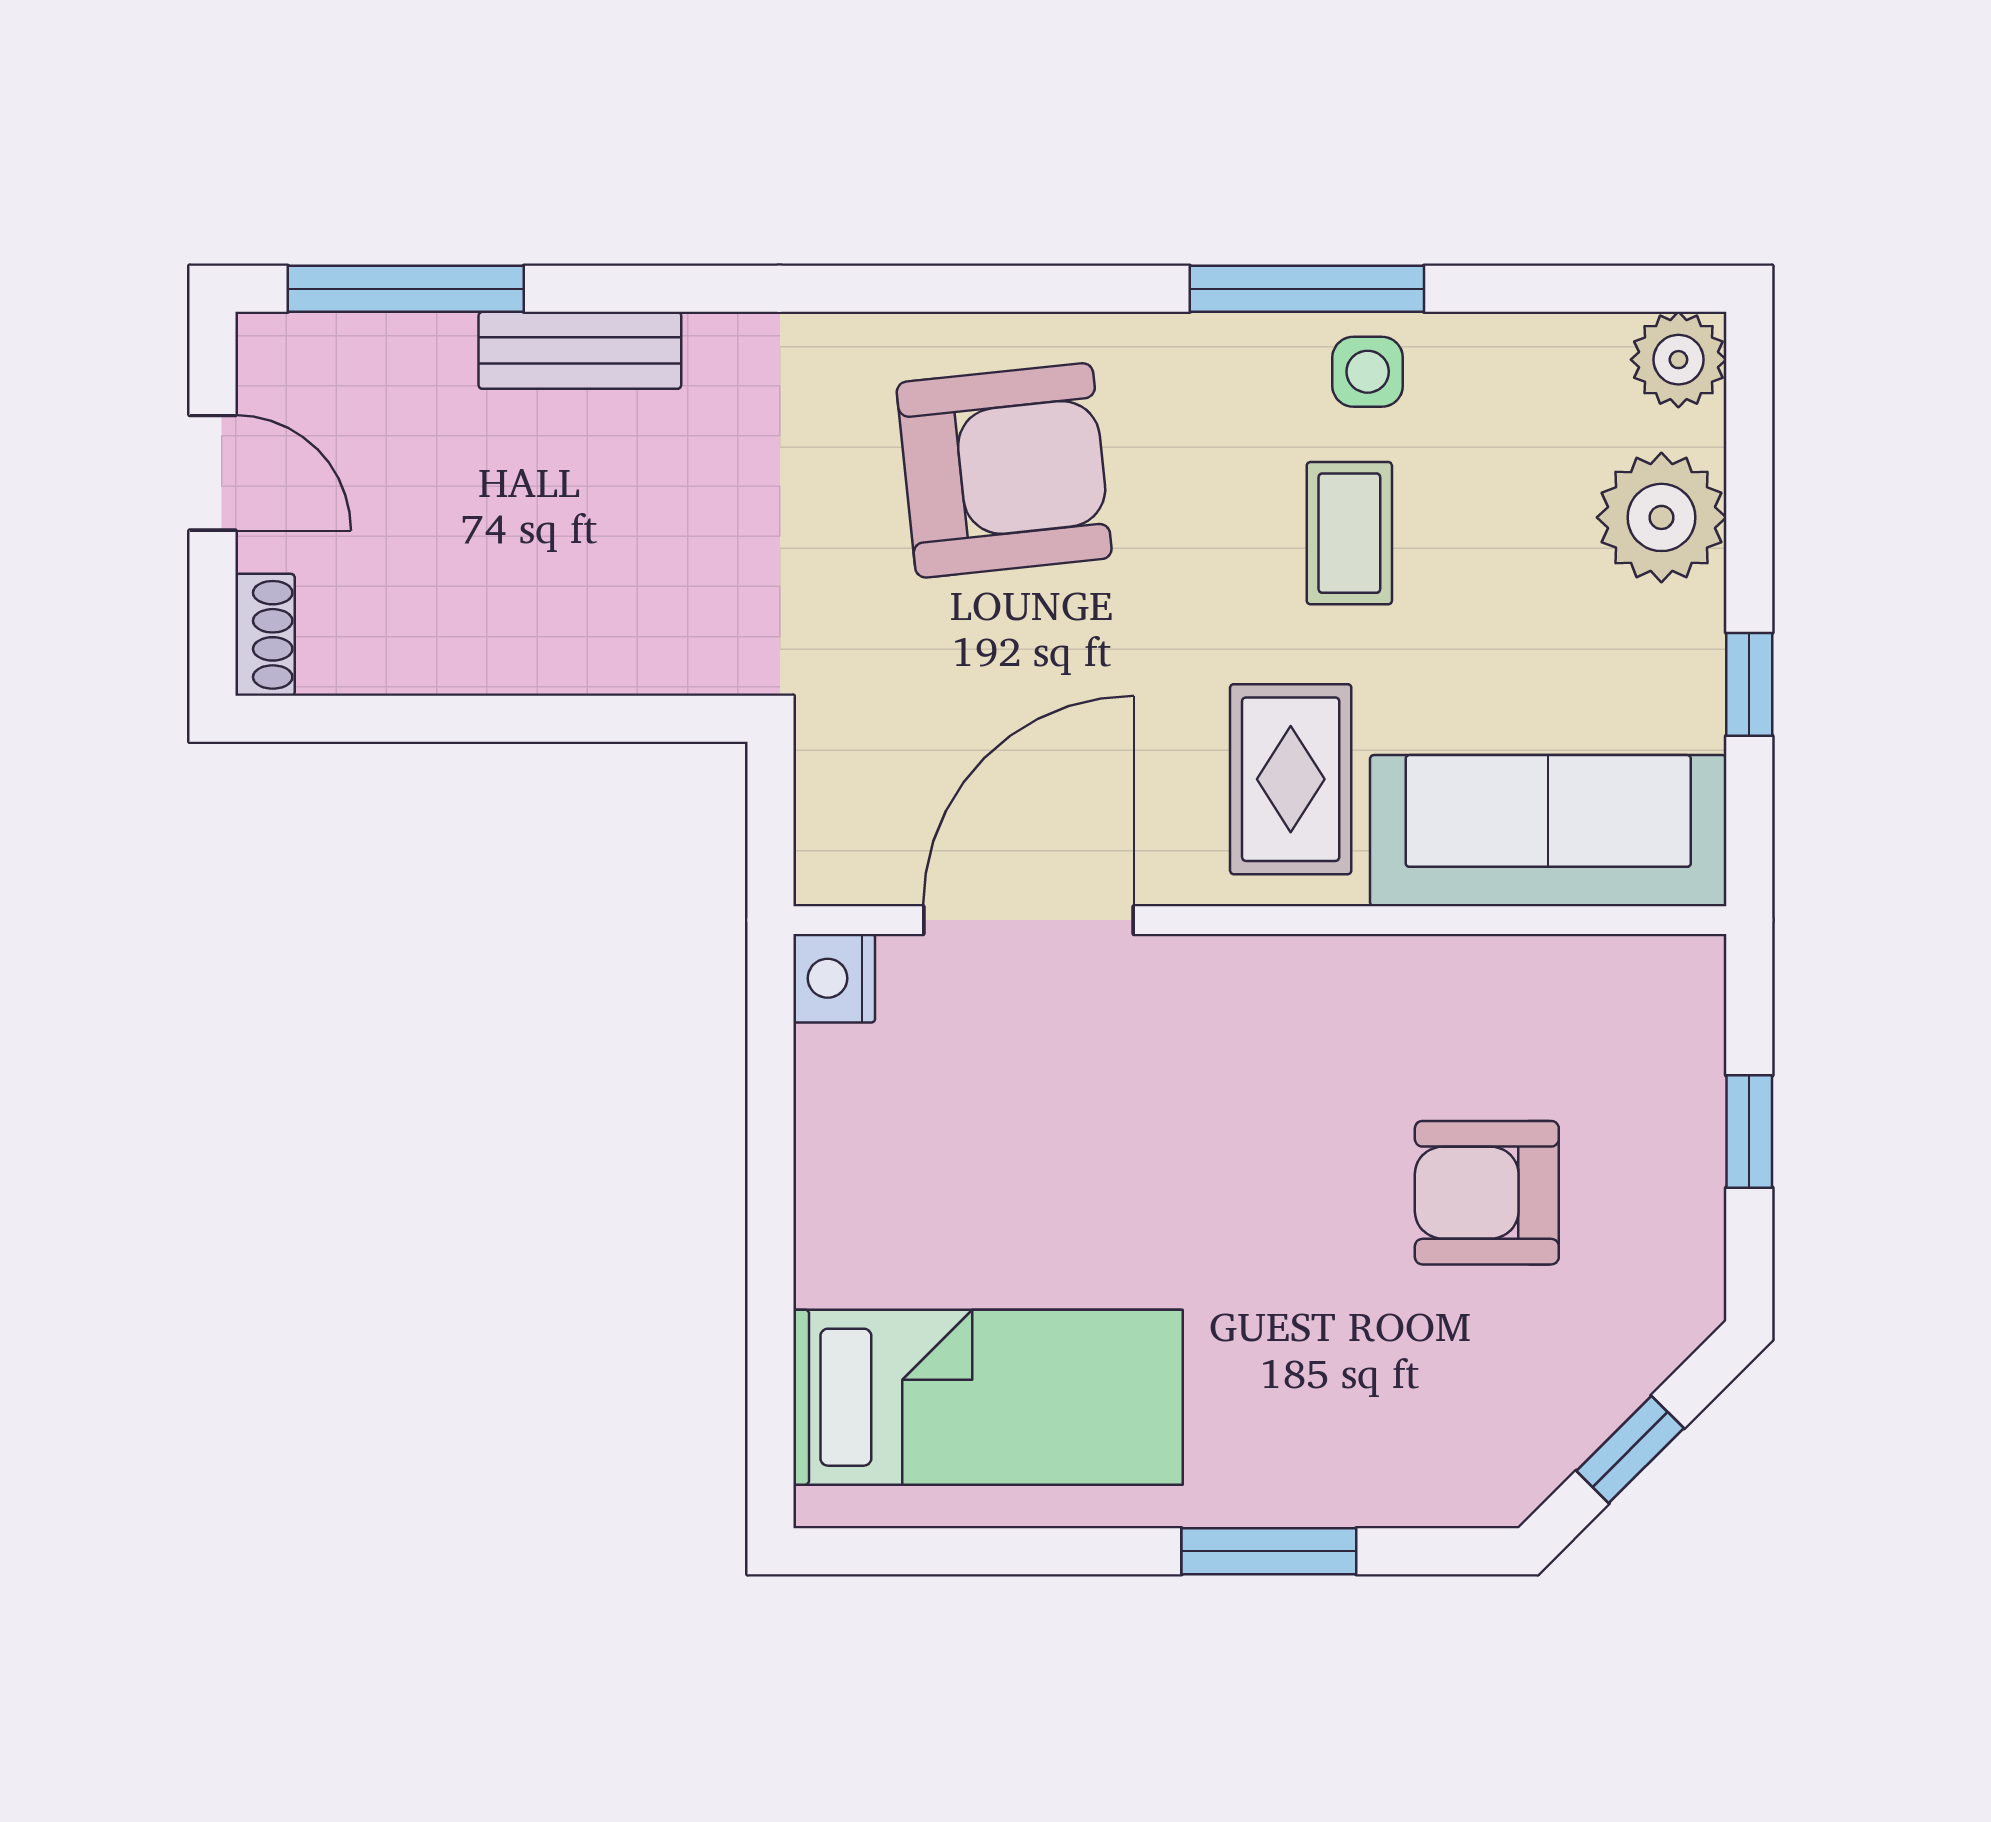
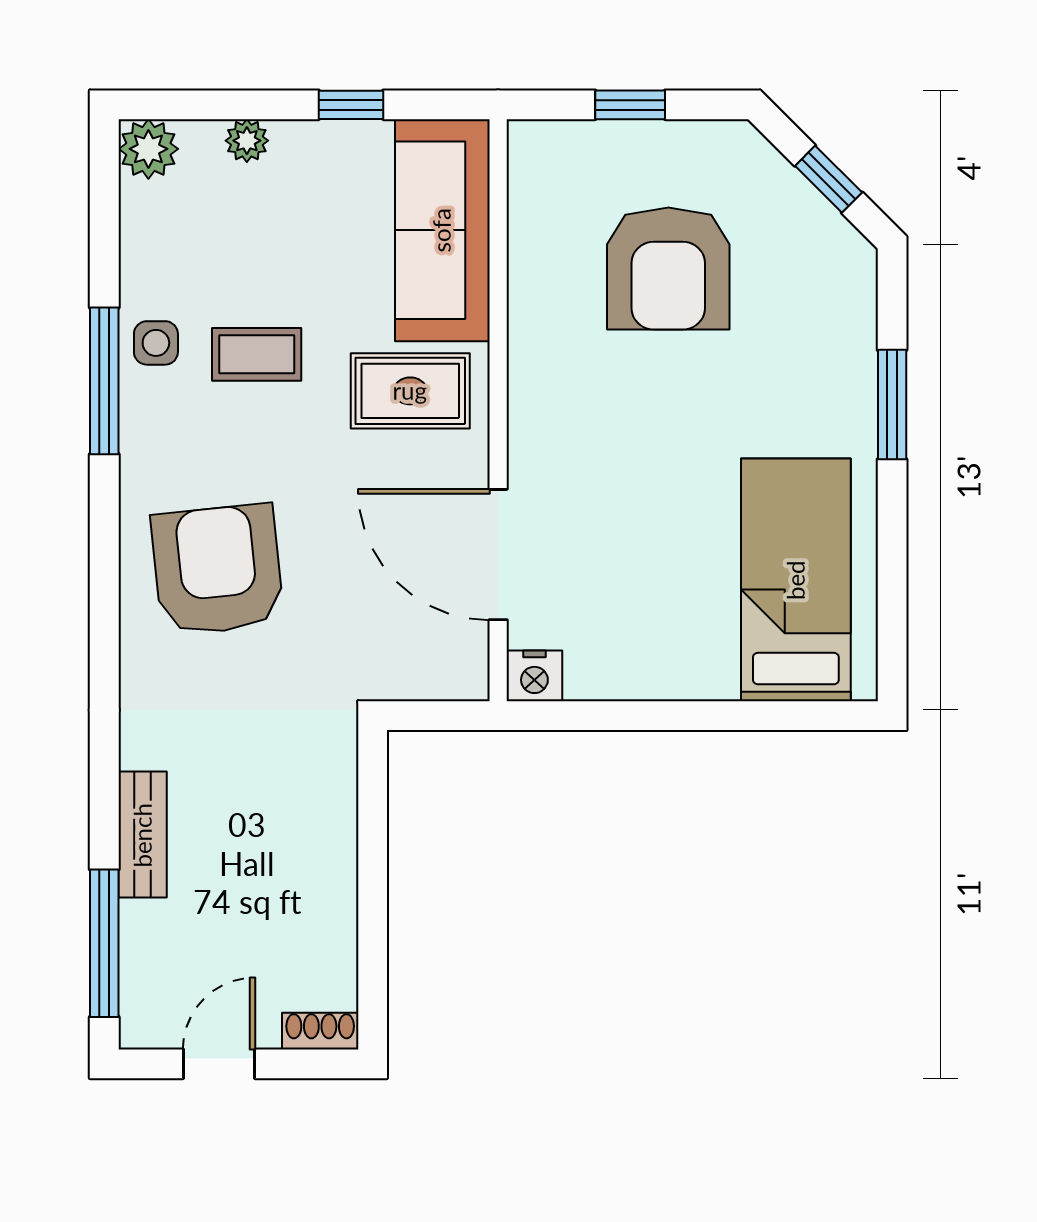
plant: (1661, 517) -> (247, 141), width x0.53, depth x0.53
armchair: (1487, 1193) -> (668, 269), width x1.36, depth x1.36

